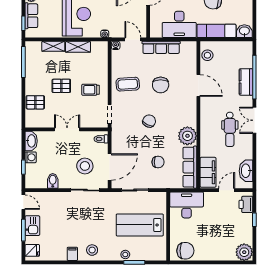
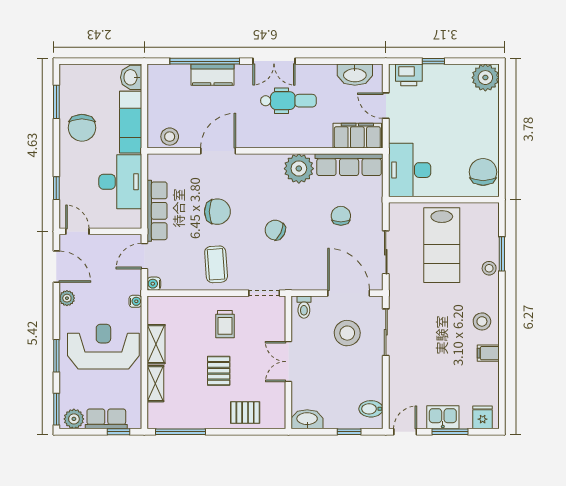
pallet: (35, 102) -> (245, 413), turned 90
washing machine: (31, 157) -> (333, 420), removed
bidet: (53, 181) -> (371, 409), moved

